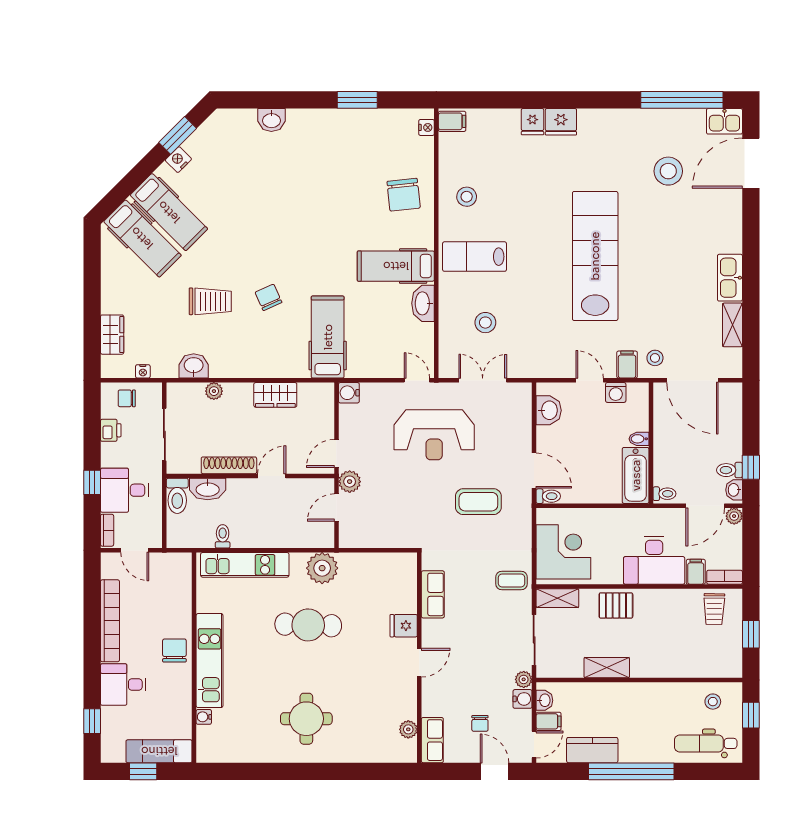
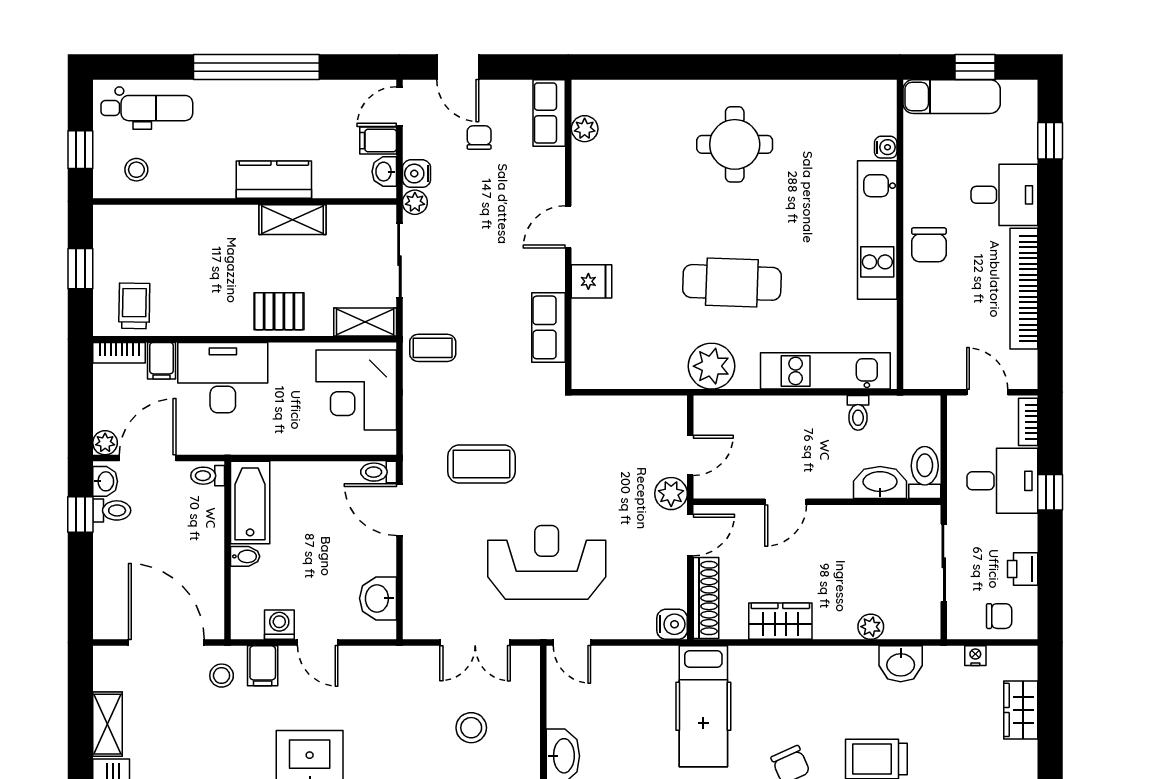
shoe rack: (229, 465) -> (706, 598), moved, turned -90
kitchen counter: (592, 750) -> (274, 180), moved, turned 180

